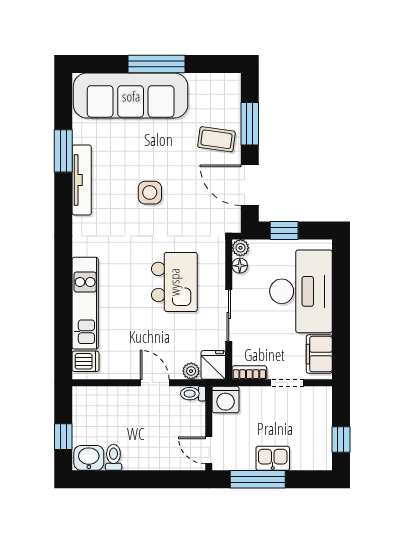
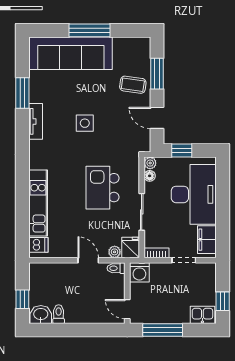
tv unit: (82, 180) -> (36, 121), width x0.71
door: (250, 185) -> (157, 118), width x0.73
kitchen island: (174, 282) -> (102, 188), turned 180
kitchen sink: (273, 458) -> (202, 315), moved

